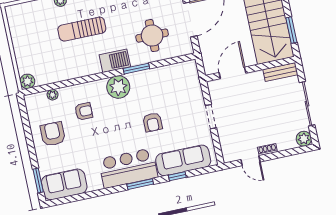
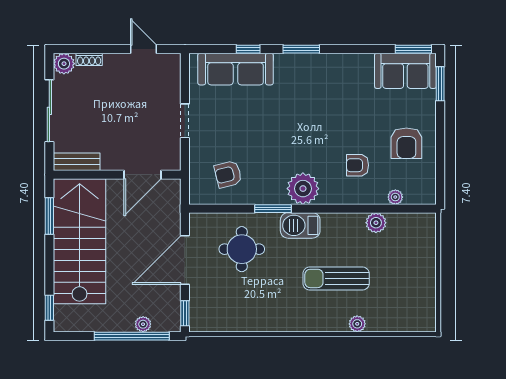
sun lounger: (82, 29) -> (336, 278), turned 180
plant: (27, 81) -> (376, 223), moved
armchair: (153, 122) -> (228, 174), moved, turned -104
shoe rack: (267, 150) -> (89, 59), moved
bar counter: (128, 168) -> (313, 74), removed
window: (62, 201) -> (413, 49), added

